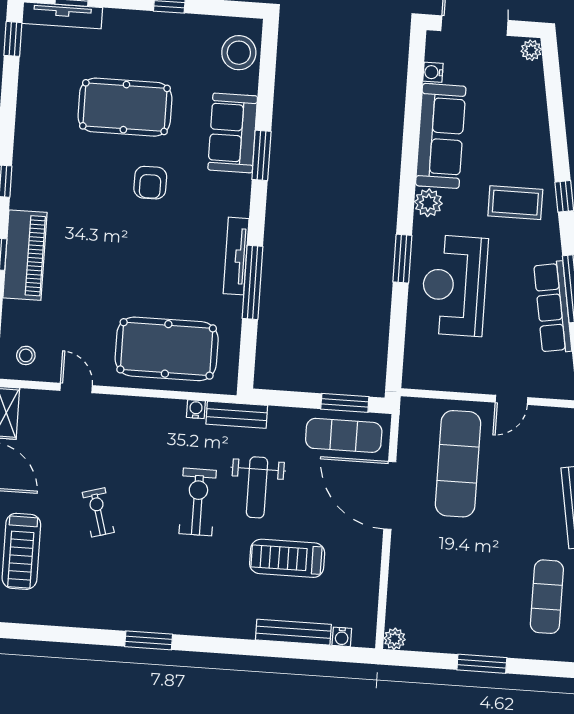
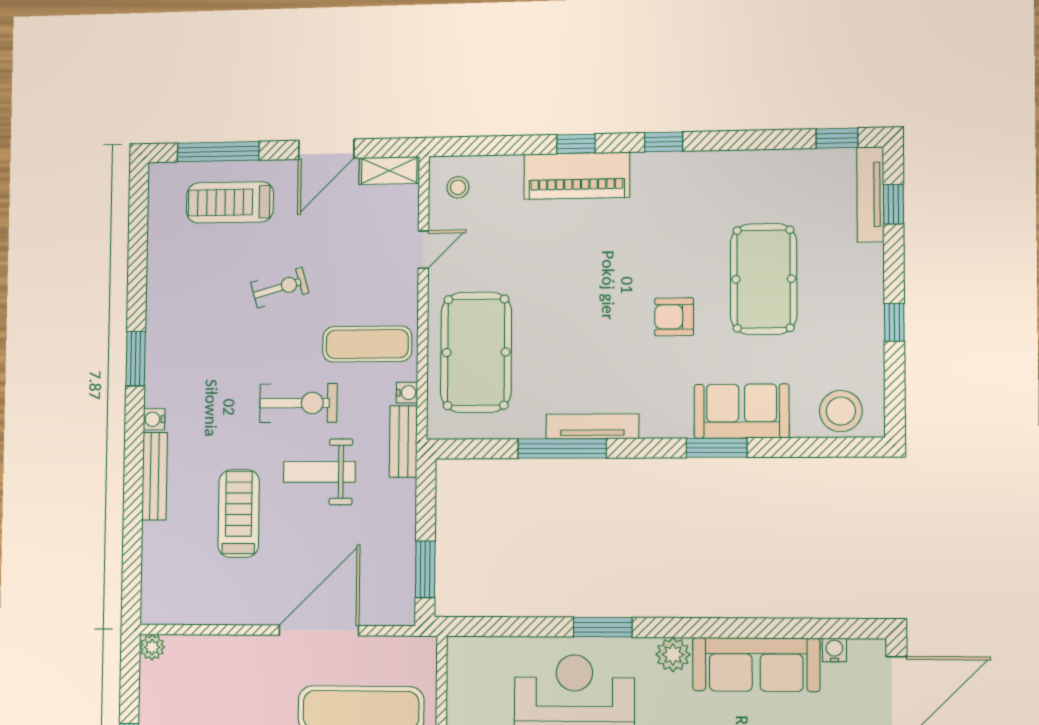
exercise mat: (344, 435) -> (367, 344), moved, turned 90
bench: (293, 632) -> (155, 476), moved
water cooler: (342, 637) -> (154, 419), moved

